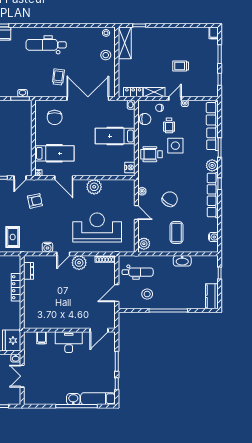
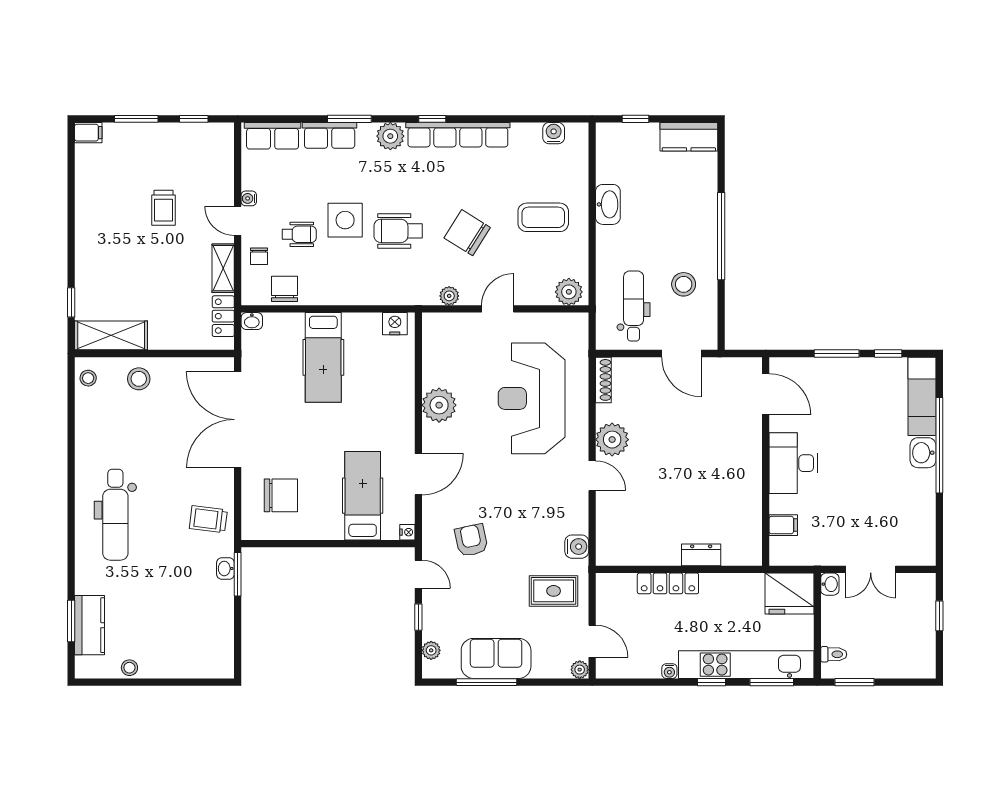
trolley: (58, 77) -> (208, 519), moved
wheelchair: (151, 154) -> (398, 231), moved, turned 90
water cooler: (47, 247) -> (577, 547), moved
dresser: (28, 271) -> (701, 555), moved

